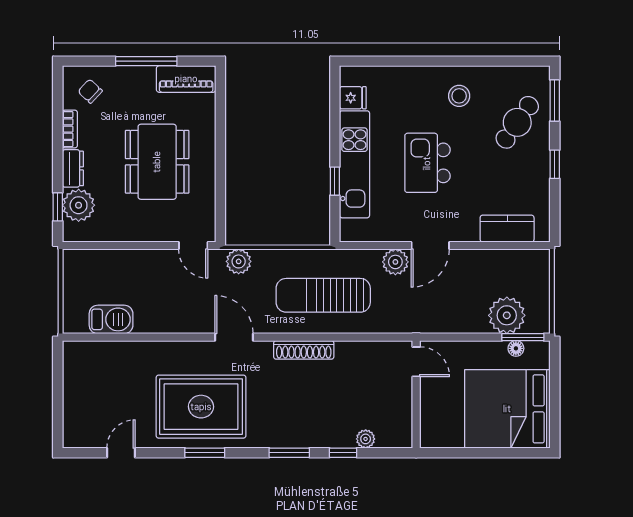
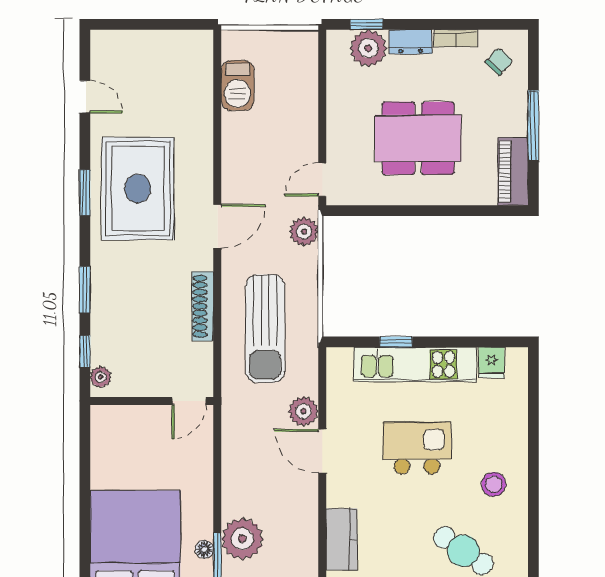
sun lounger: (323, 295) -> (265, 329), turned 180
door: (416, 362) -> (189, 401), moved
wall: (416, 394) -> (152, 401), moved

